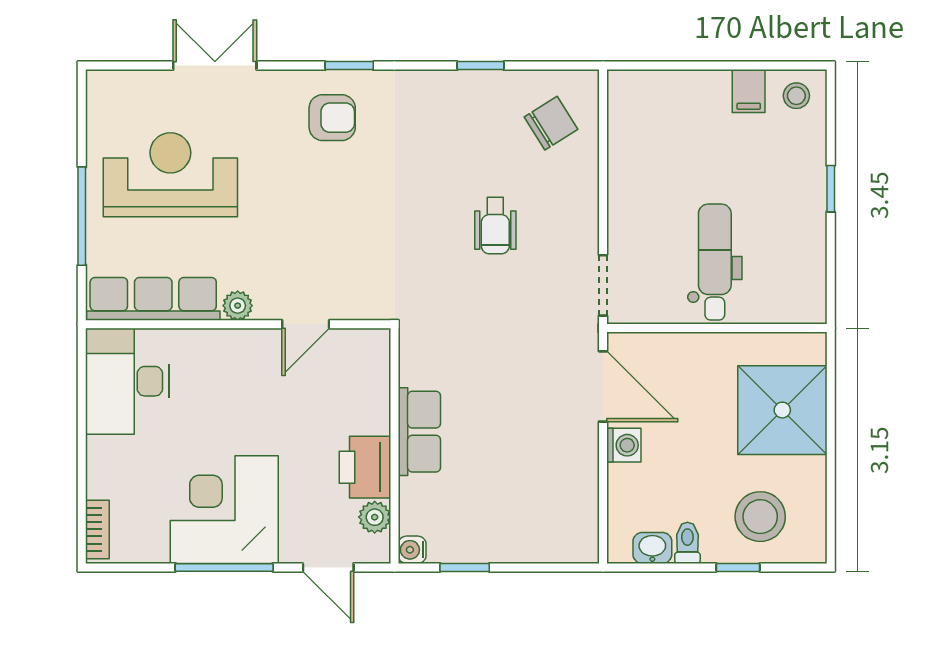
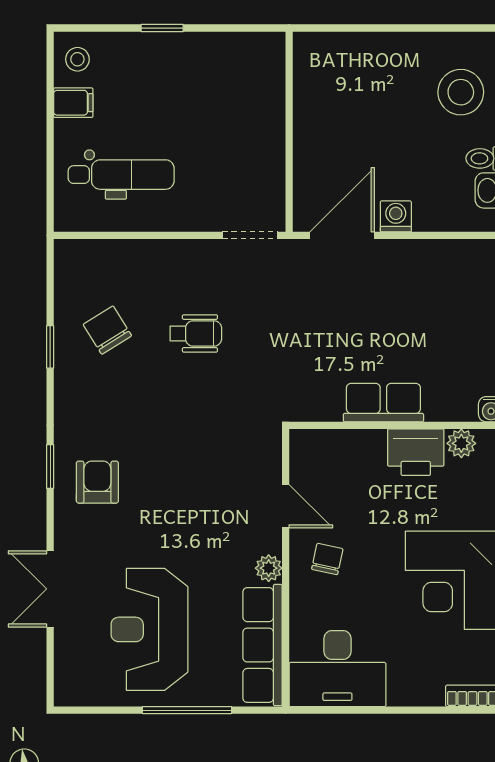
chair: (551, 123) -> (107, 330), moved
dental chair: (715, 262) -> (121, 175), moved, turned 180
chair: (248, 370) -> (327, 559), added
shower: (782, 410) -> (364, 72), removed

